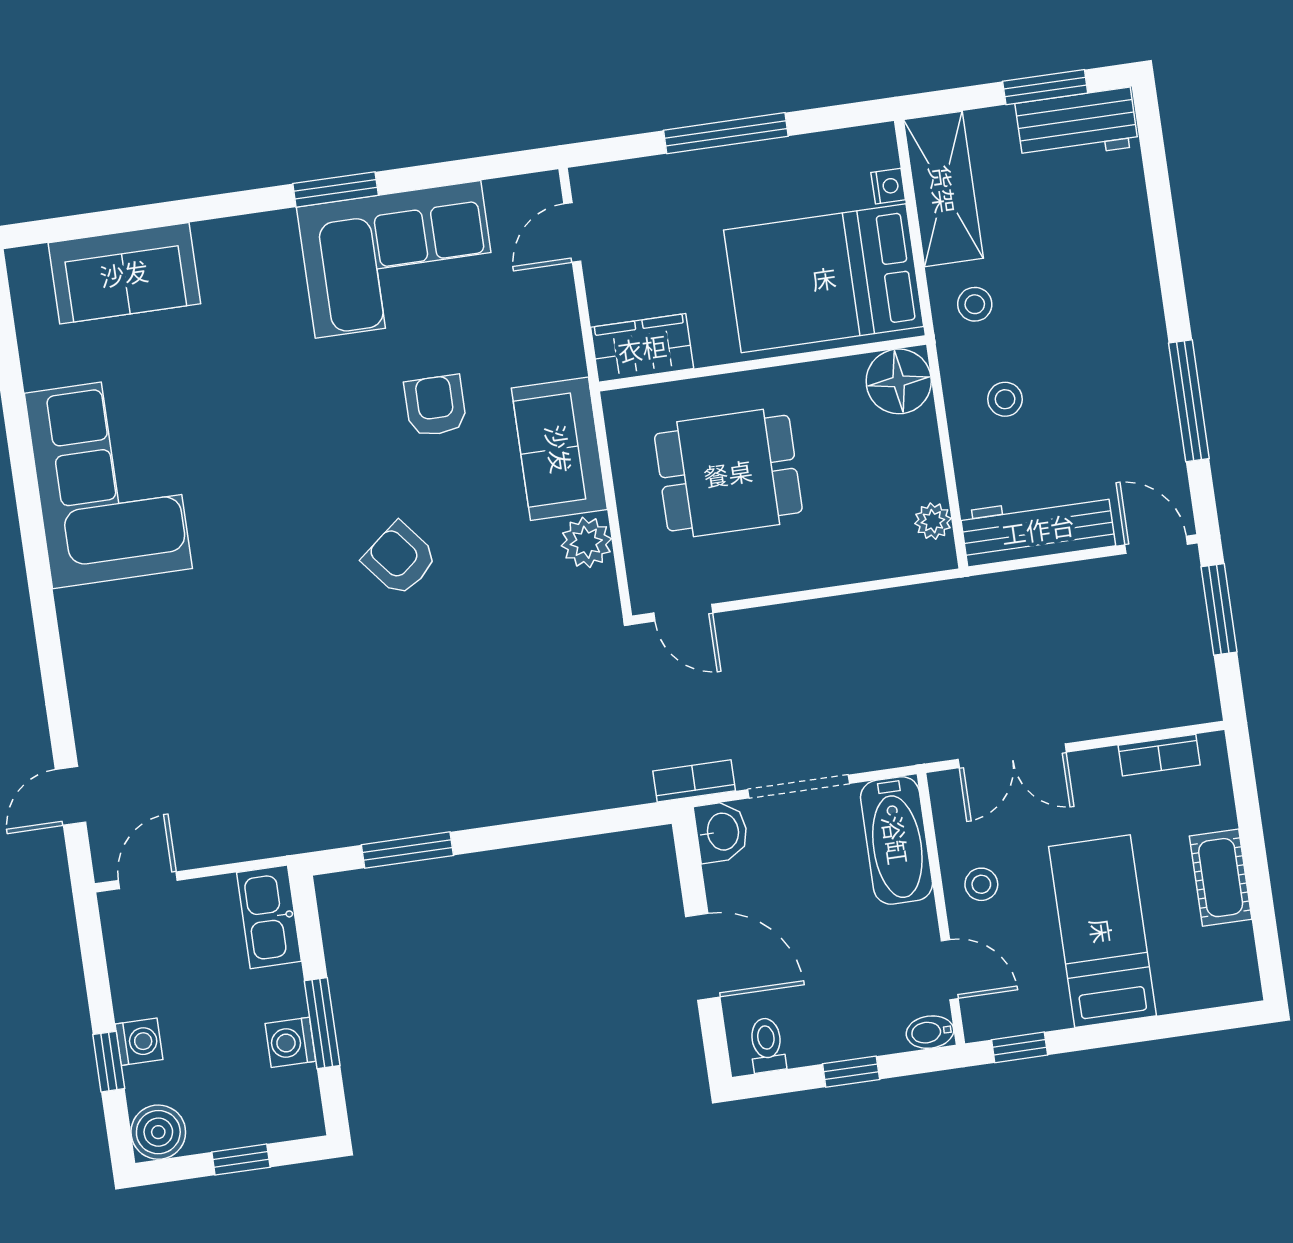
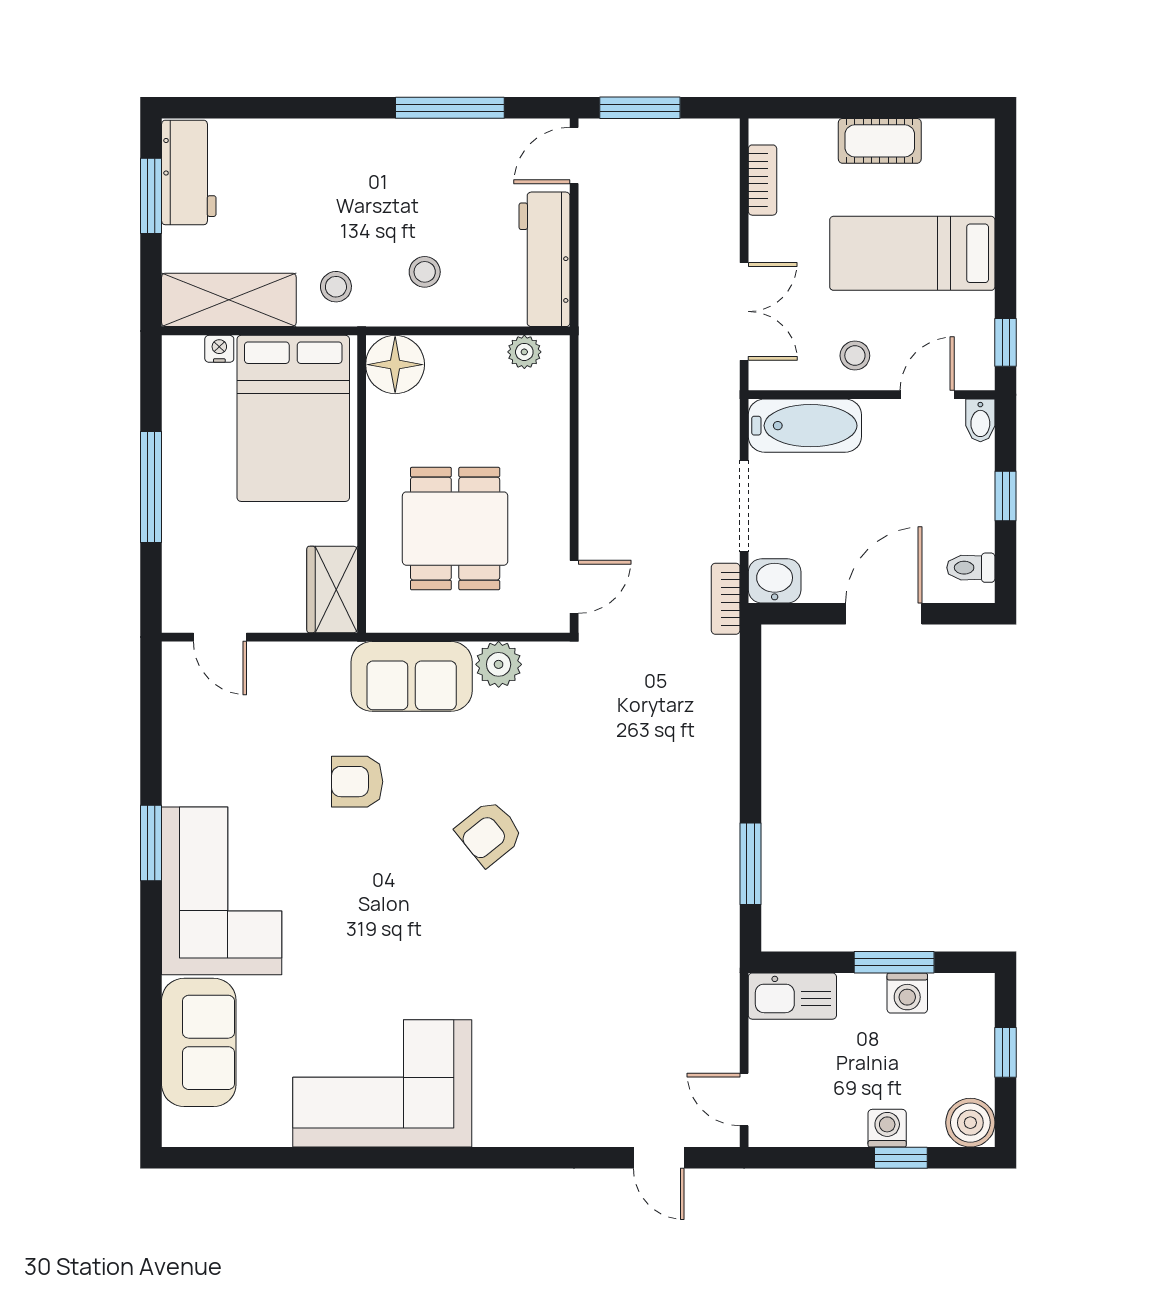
corner sofa: (398, 259) -> (222, 891), moved

